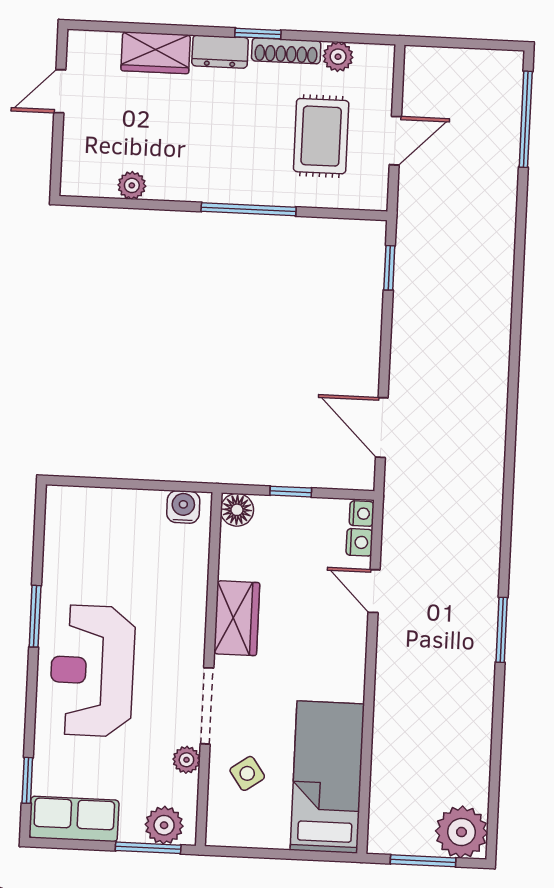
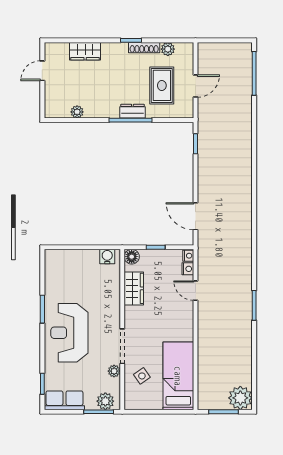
dresser: (220, 52) -> (132, 111), moved, turned 180
wardrobe: (237, 618) -> (134, 288), moved

